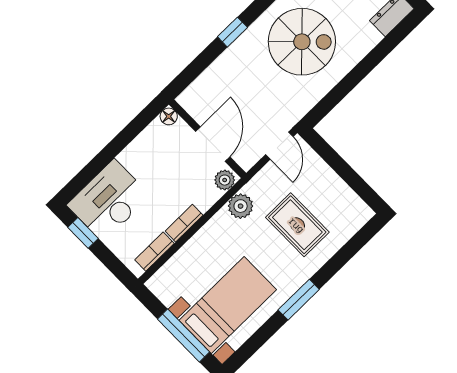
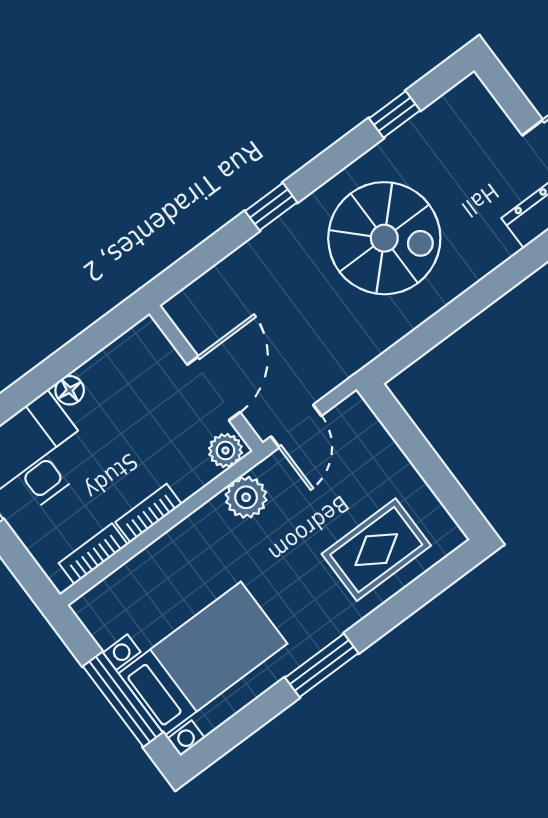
floor lamp: (169, 116) -> (70, 390), moved
door: (279, 146) -> (296, 426), moved
rug: (297, 225) -> (376, 550), moved, turned 90

